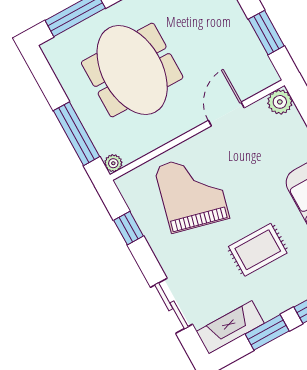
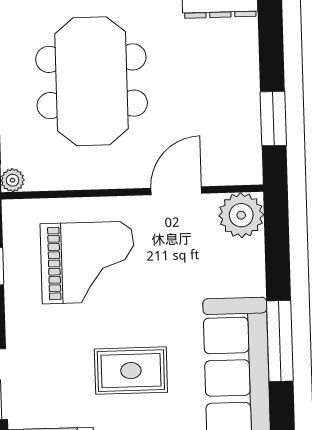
plant: (280, 102) -> (241, 215), width x1.36, depth x1.36
grand piano: (192, 192) -> (88, 262), turned 76

